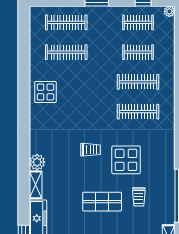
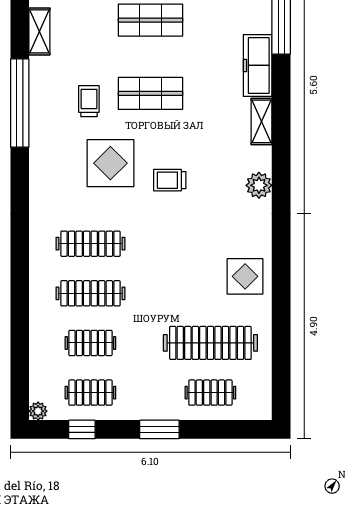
clothes rail: (66, 22) -> (210, 393), width x0.73
clothes rail: (66, 52) -> (210, 343), width x1.37, depth x1.31
plant: (37, 162) -> (259, 185), moved

